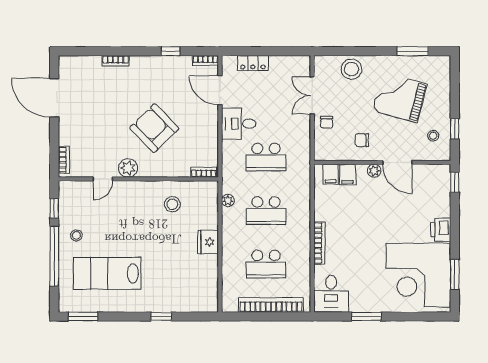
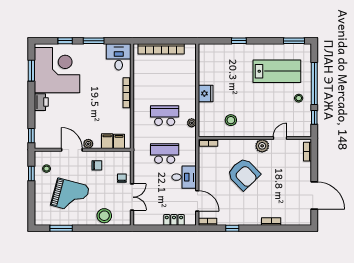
school desk: (266, 264) -> (165, 78), removed
window: (407, 316) -> (65, 41), added

